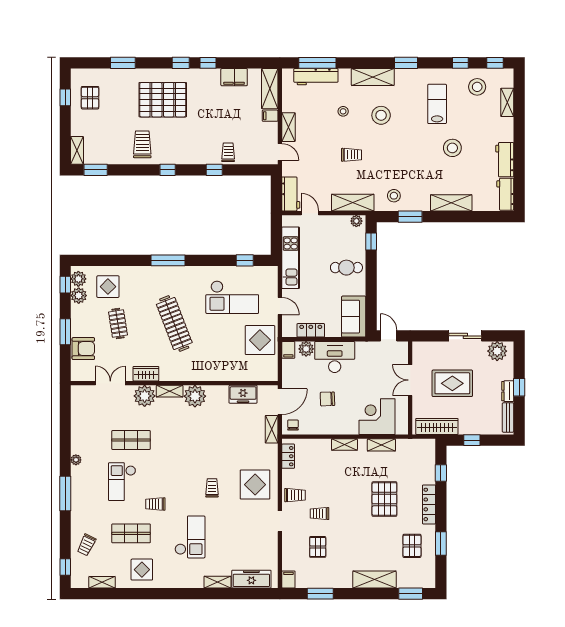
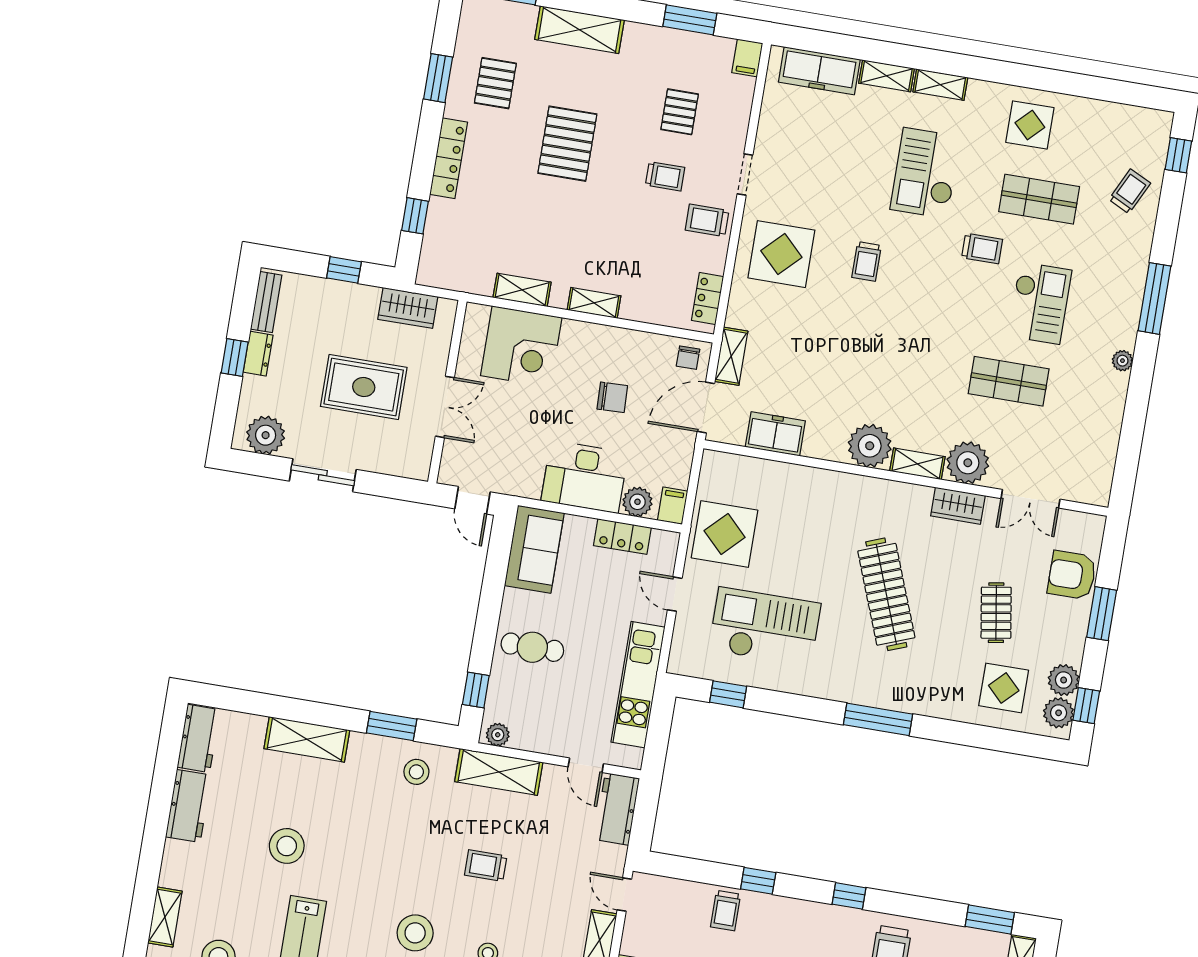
wardrobe: (437, 426) -> (408, 308), width x0.67
pallet: (384, 499) -> (567, 144), moved
shelving: (102, 582) -> (940, 85), moved

